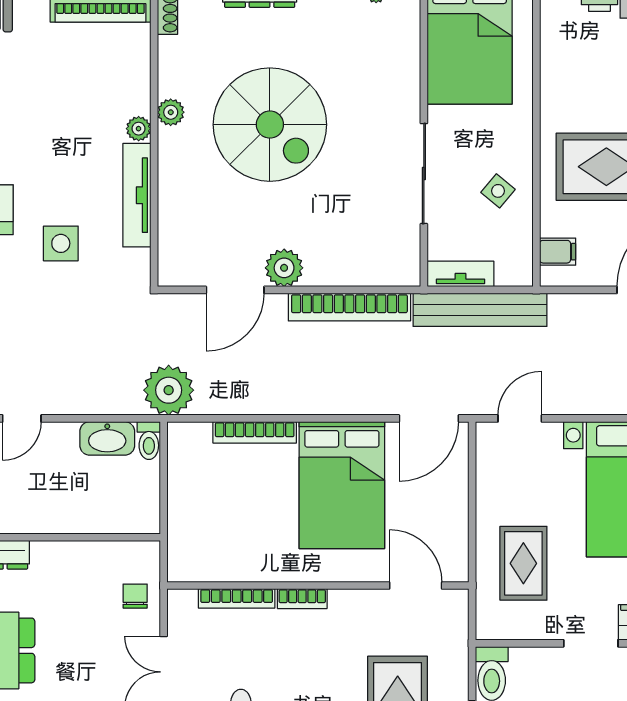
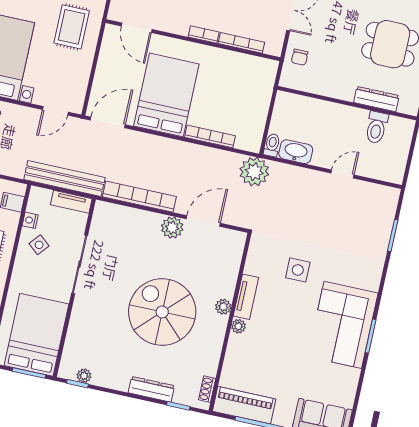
plant: (171, 112) -> (223, 307), moved
tv unit: (137, 195) -> (246, 297), width x0.71
nightstand: (522, 228) -> (30, 220), added

